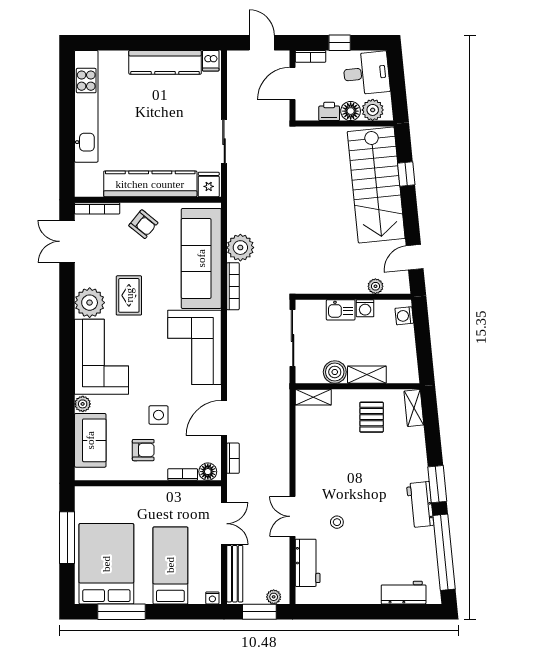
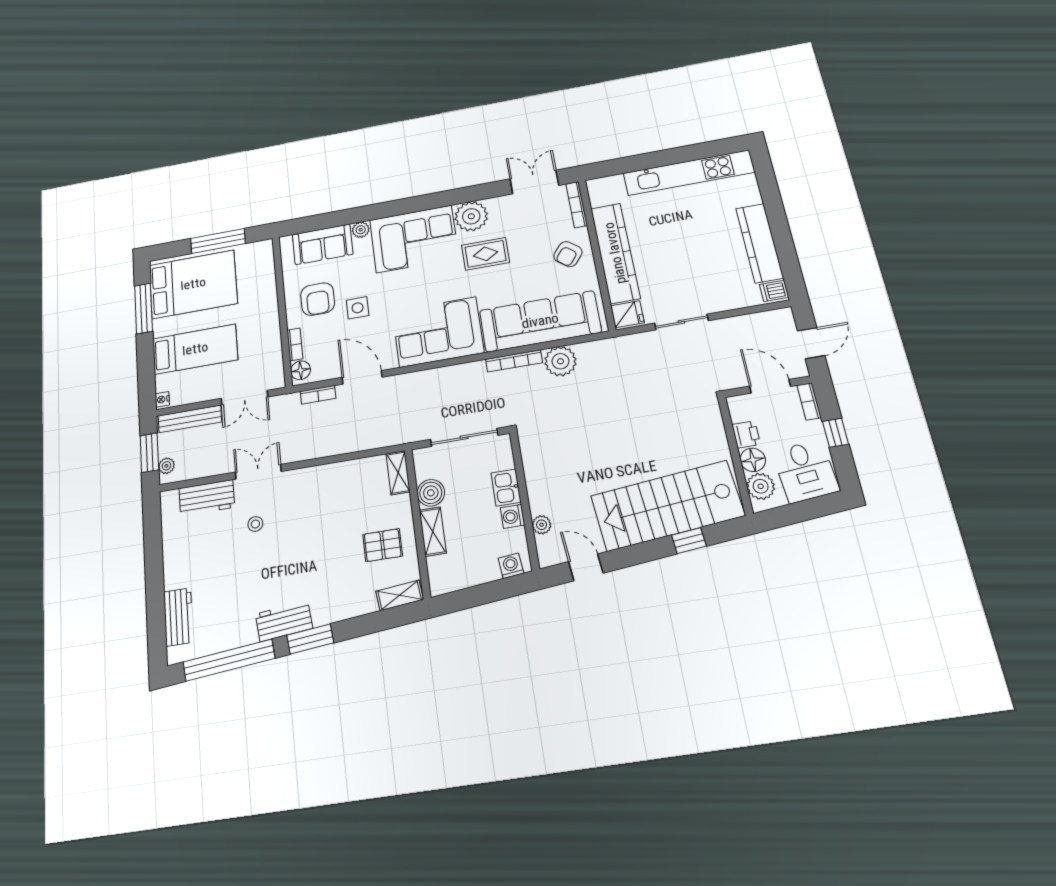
armchair: (143, 450) -> (318, 299), width x1.38, depth x1.38

